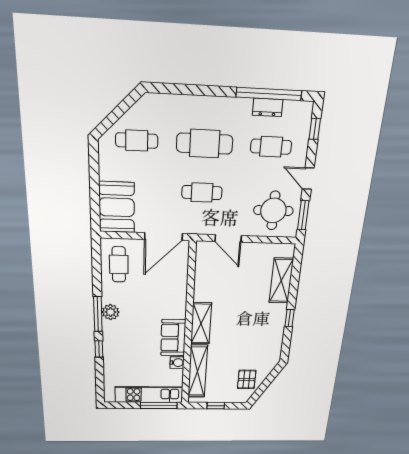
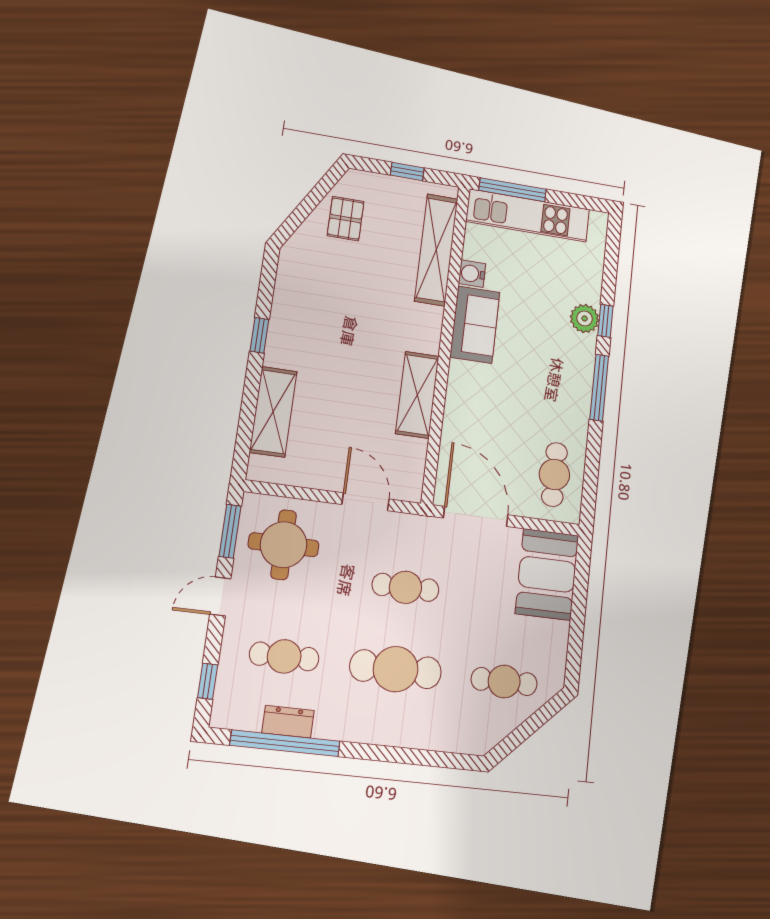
door: (308, 179) -> (220, 596), swing flipped
door: (163, 236) -> (476, 516), hinge flipped
plant: (111, 312) -> (585, 318), moved
shelving: (201, 323) -> (417, 395), moved

